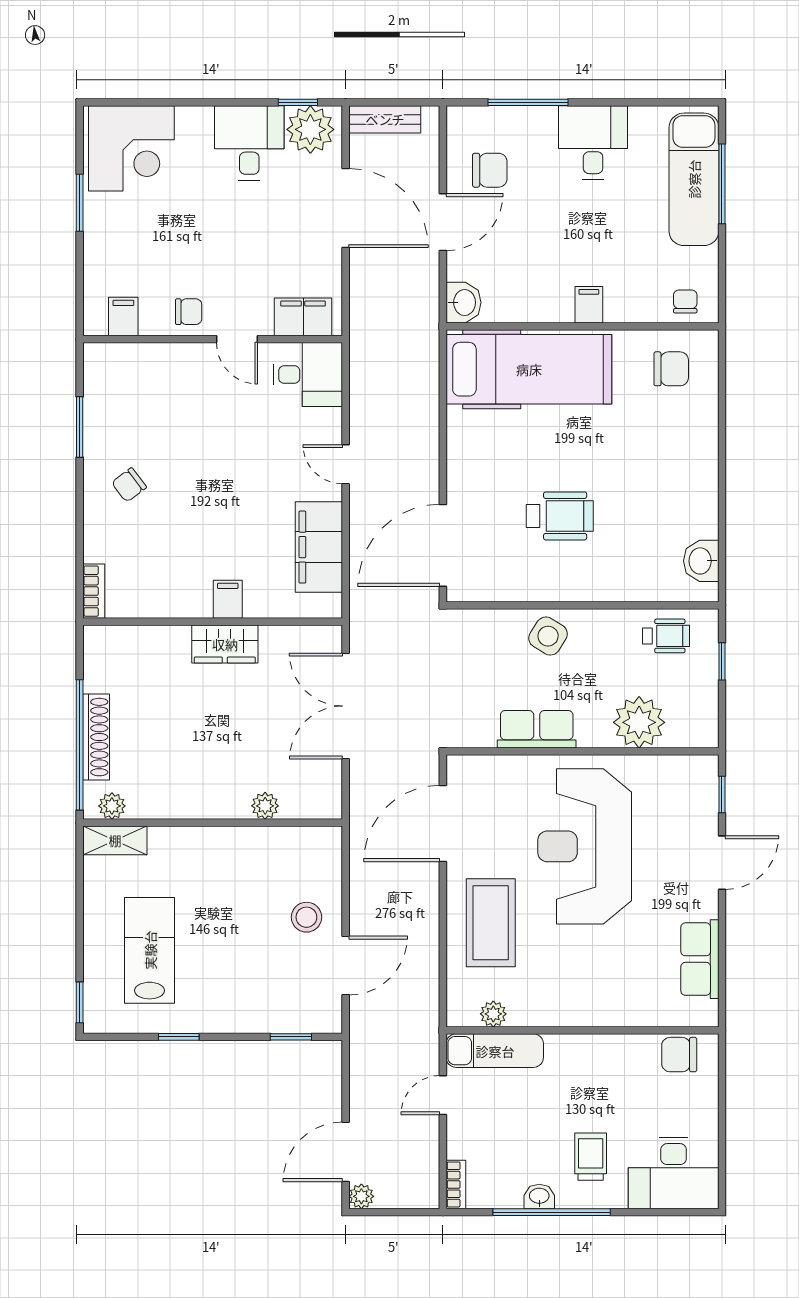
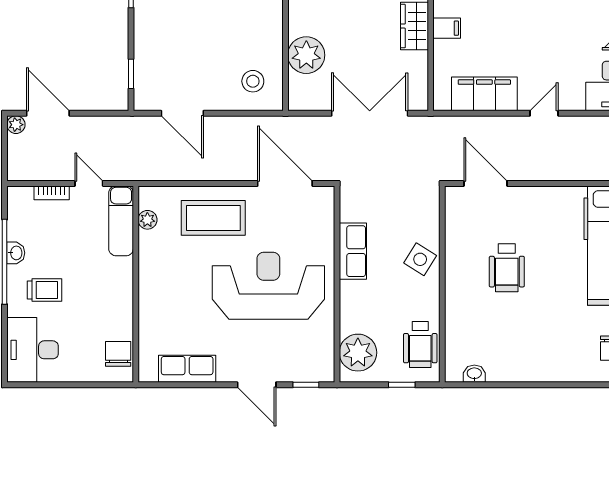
door: (443, 545) -> (486, 183), width x0.73
washbasin: (701, 561) -> (474, 374), width x0.72, depth x0.69
wheelchair: (666, 636) -> (420, 344), width x1.36, depth x1.37
plant: (639, 722) -> (358, 353), moved
plant: (265, 806) -> (306, 55), width x1.88, depth x1.88
stool: (306, 917) -> (253, 81), moved
bookcase: (456, 1184) -> (52, 193), moved

